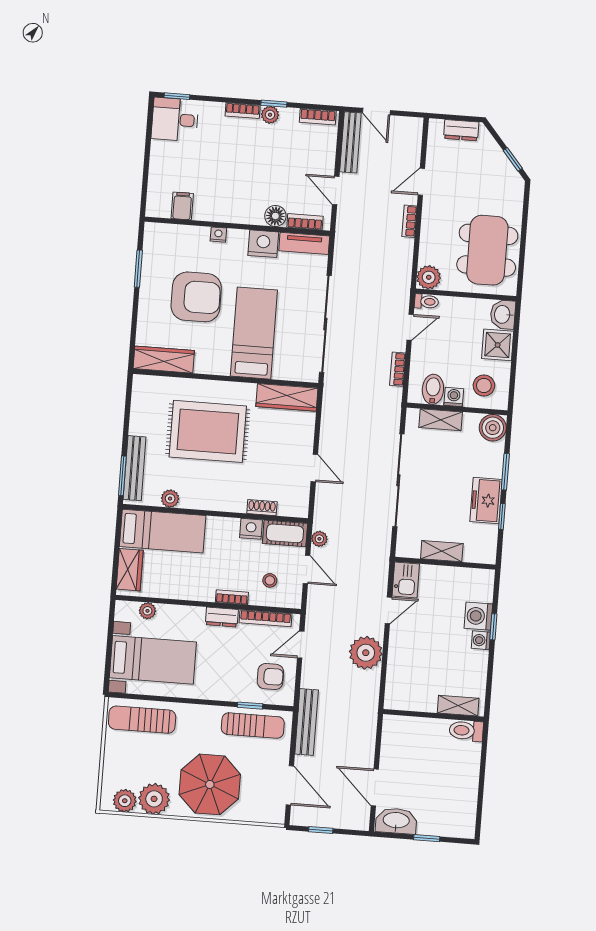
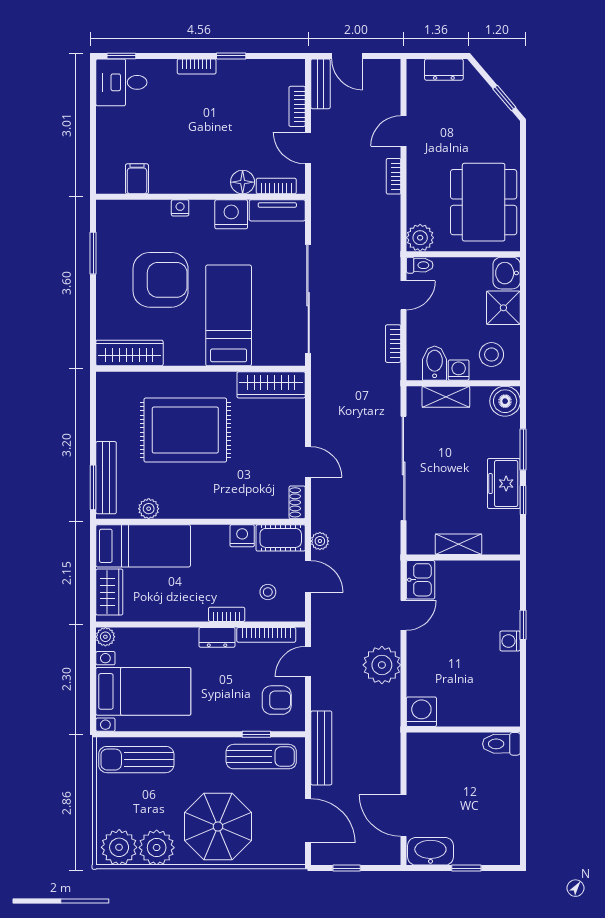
plant: (270, 115) -> (228, 69), removed
bookcase: (318, 117) -> (297, 106), moved, turned 90
bench: (350, 142) -> (320, 84), width x0.73
shoe rack: (262, 508) -> (297, 502), moved, turned -90
plant: (147, 611) -> (105, 637), moved
washing machine: (478, 616) -> (421, 712), moved, turned 90
shelving: (458, 706) -> (490, 716), removed
plant: (125, 801) -> (119, 847), width x1.36, depth x1.36

